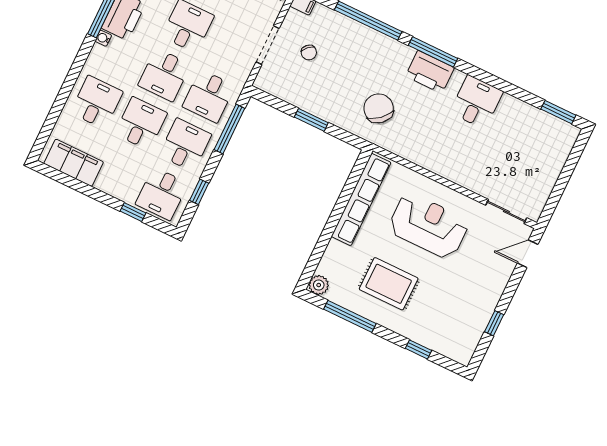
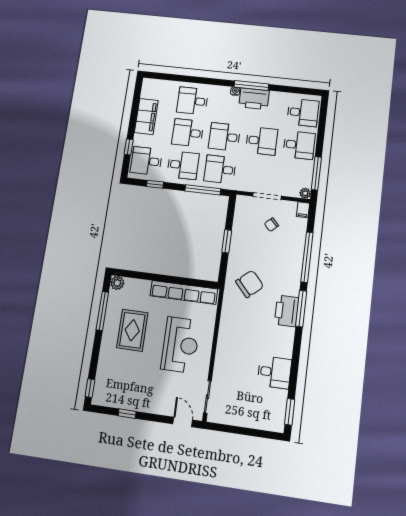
desk: (97, 102) -> (192, 101), turned 180
desk: (476, 102) -> (274, 372), moved
desk: (141, 124) -> (188, 133), turned 180
filing cabinet: (74, 163) -> (146, 116), moved
window: (418, 349) -> (90, 388), moved

